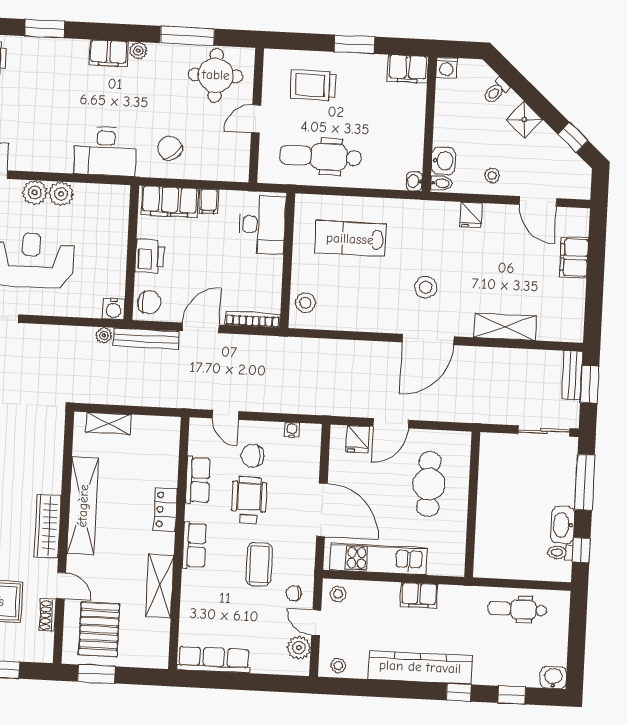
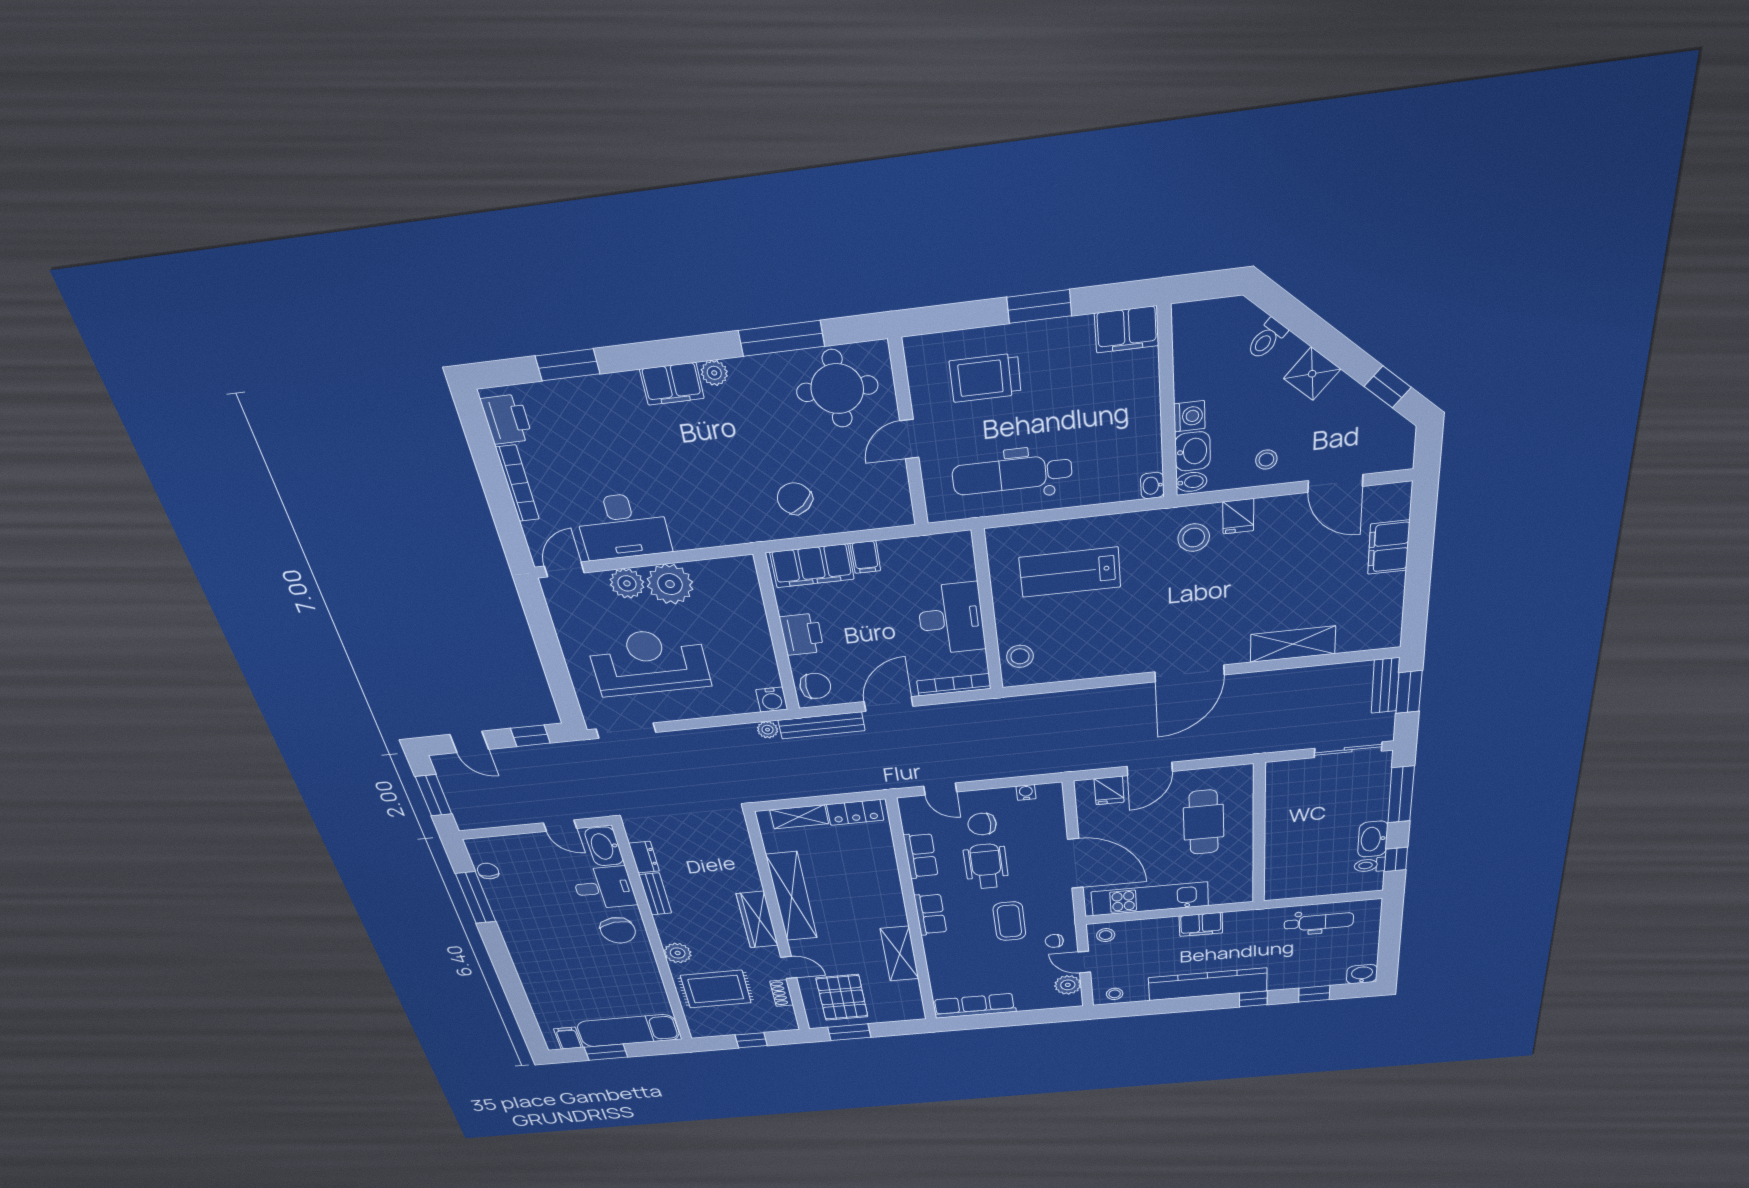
washing machine: (447, 68) -> (1189, 416), moved, turned -90
desk: (105, 151) -> (623, 526), moved
plant: (61, 194) -> (670, 584), width x1.36, depth x1.36
desk: (262, 225) -> (951, 619), moved
stool: (426, 287) -> (1194, 538), moved
locker: (165, 510) -> (855, 812), moved, turned -90
dental chair: (518, 609) -> (1319, 922), turned 180

